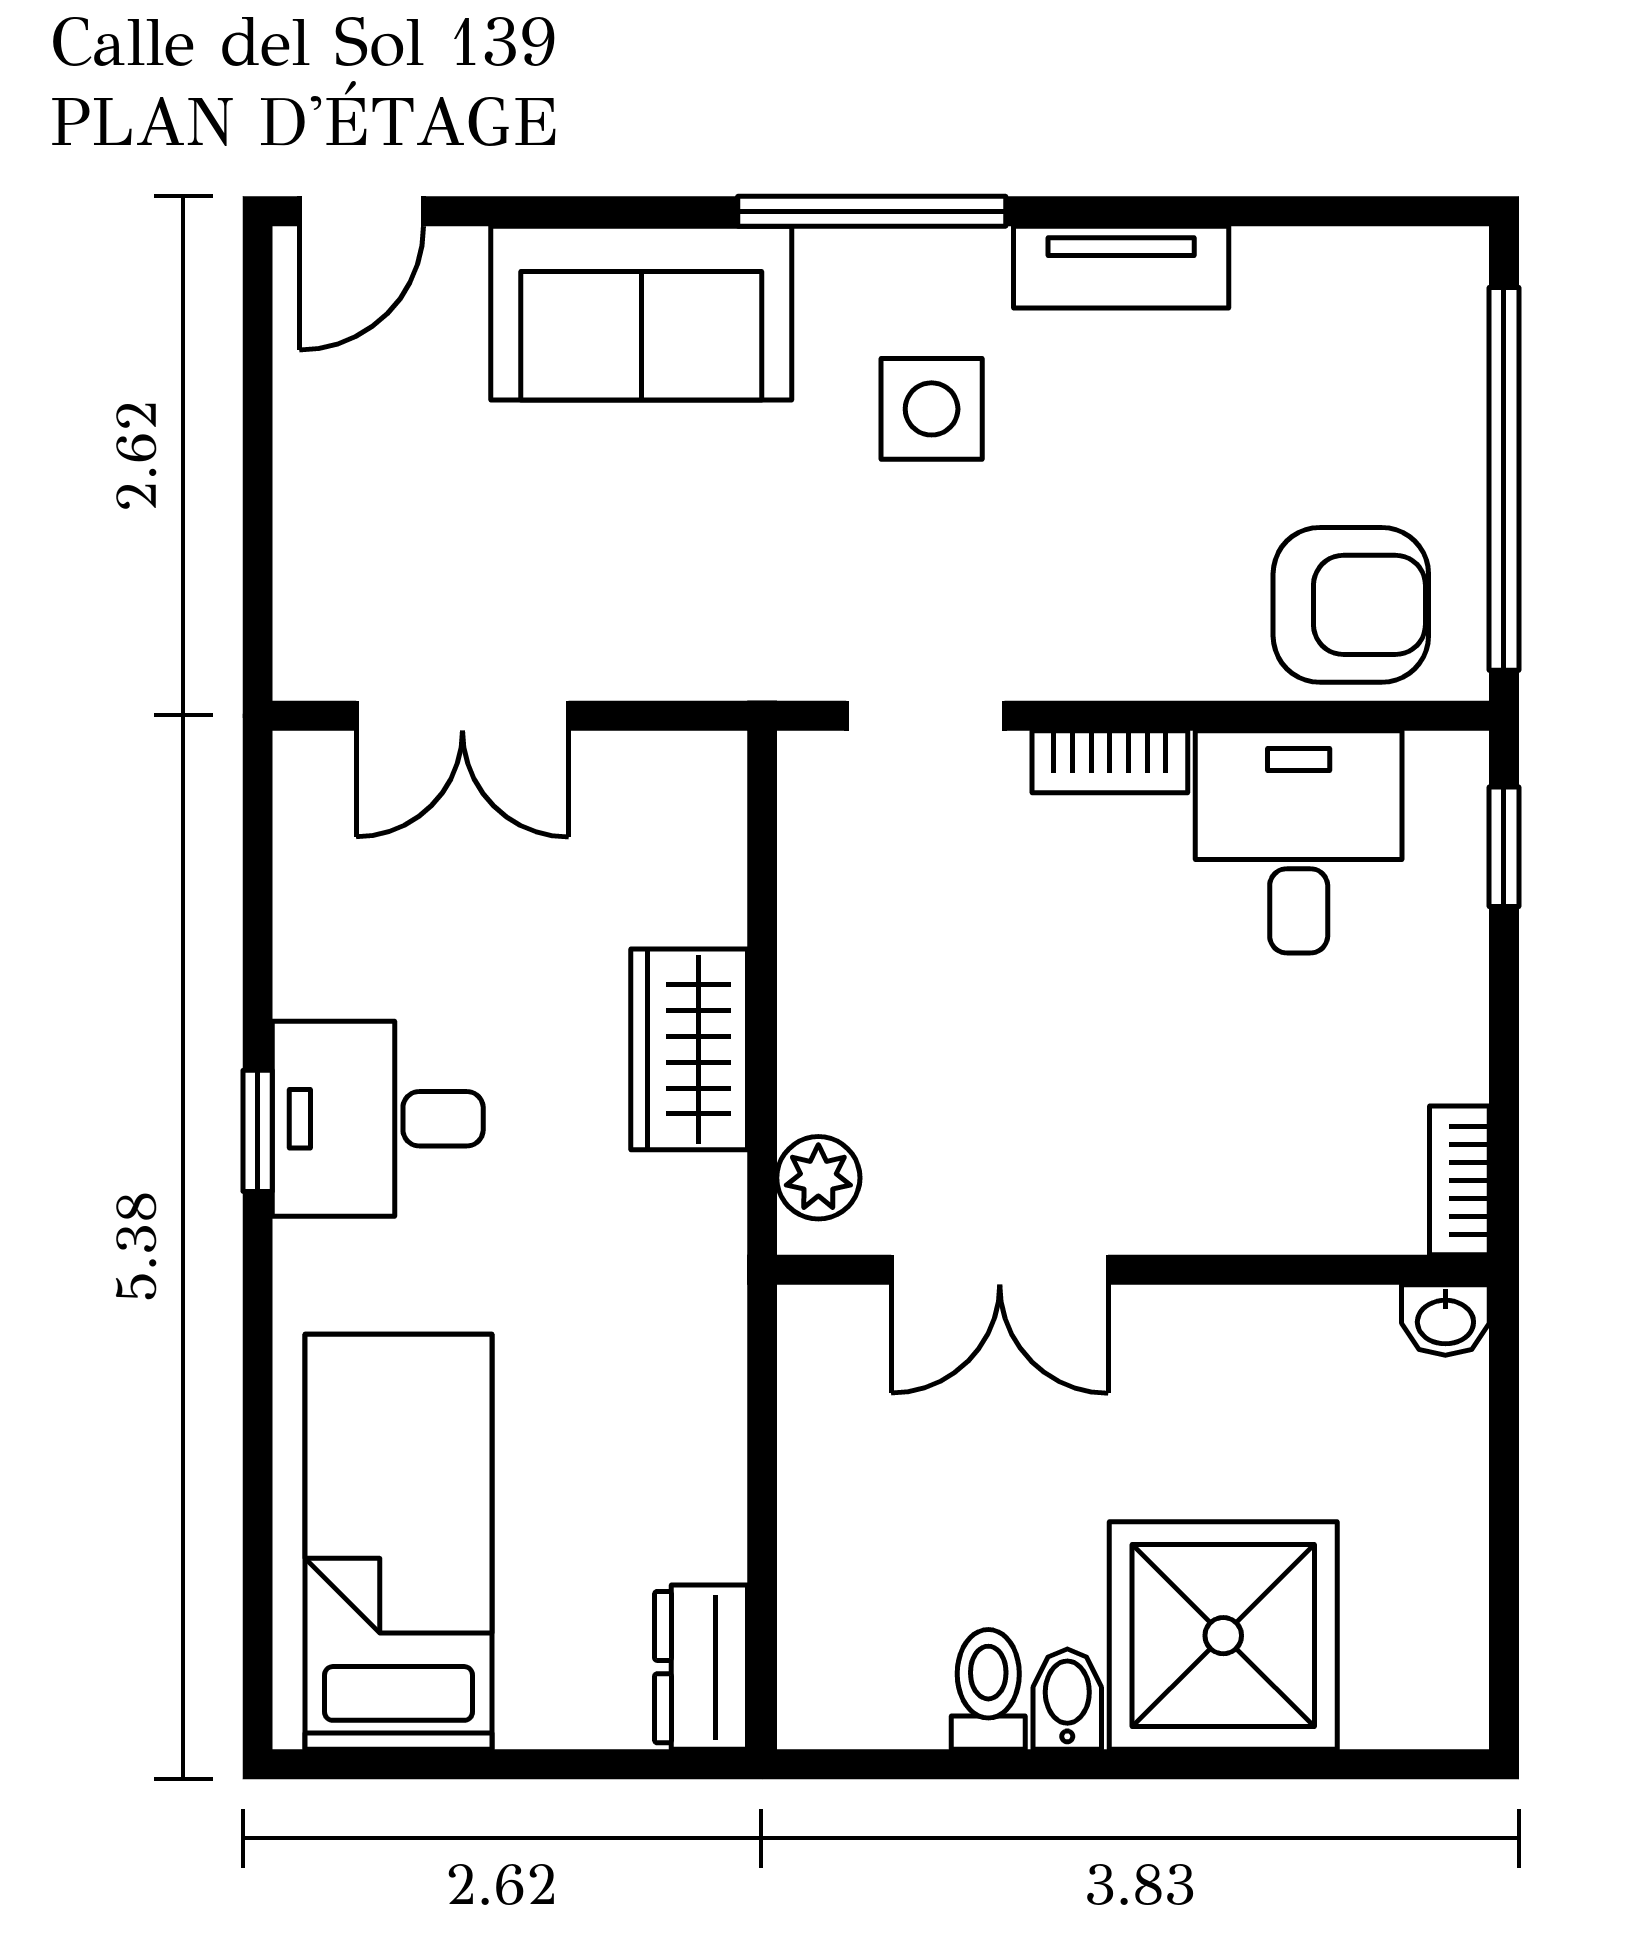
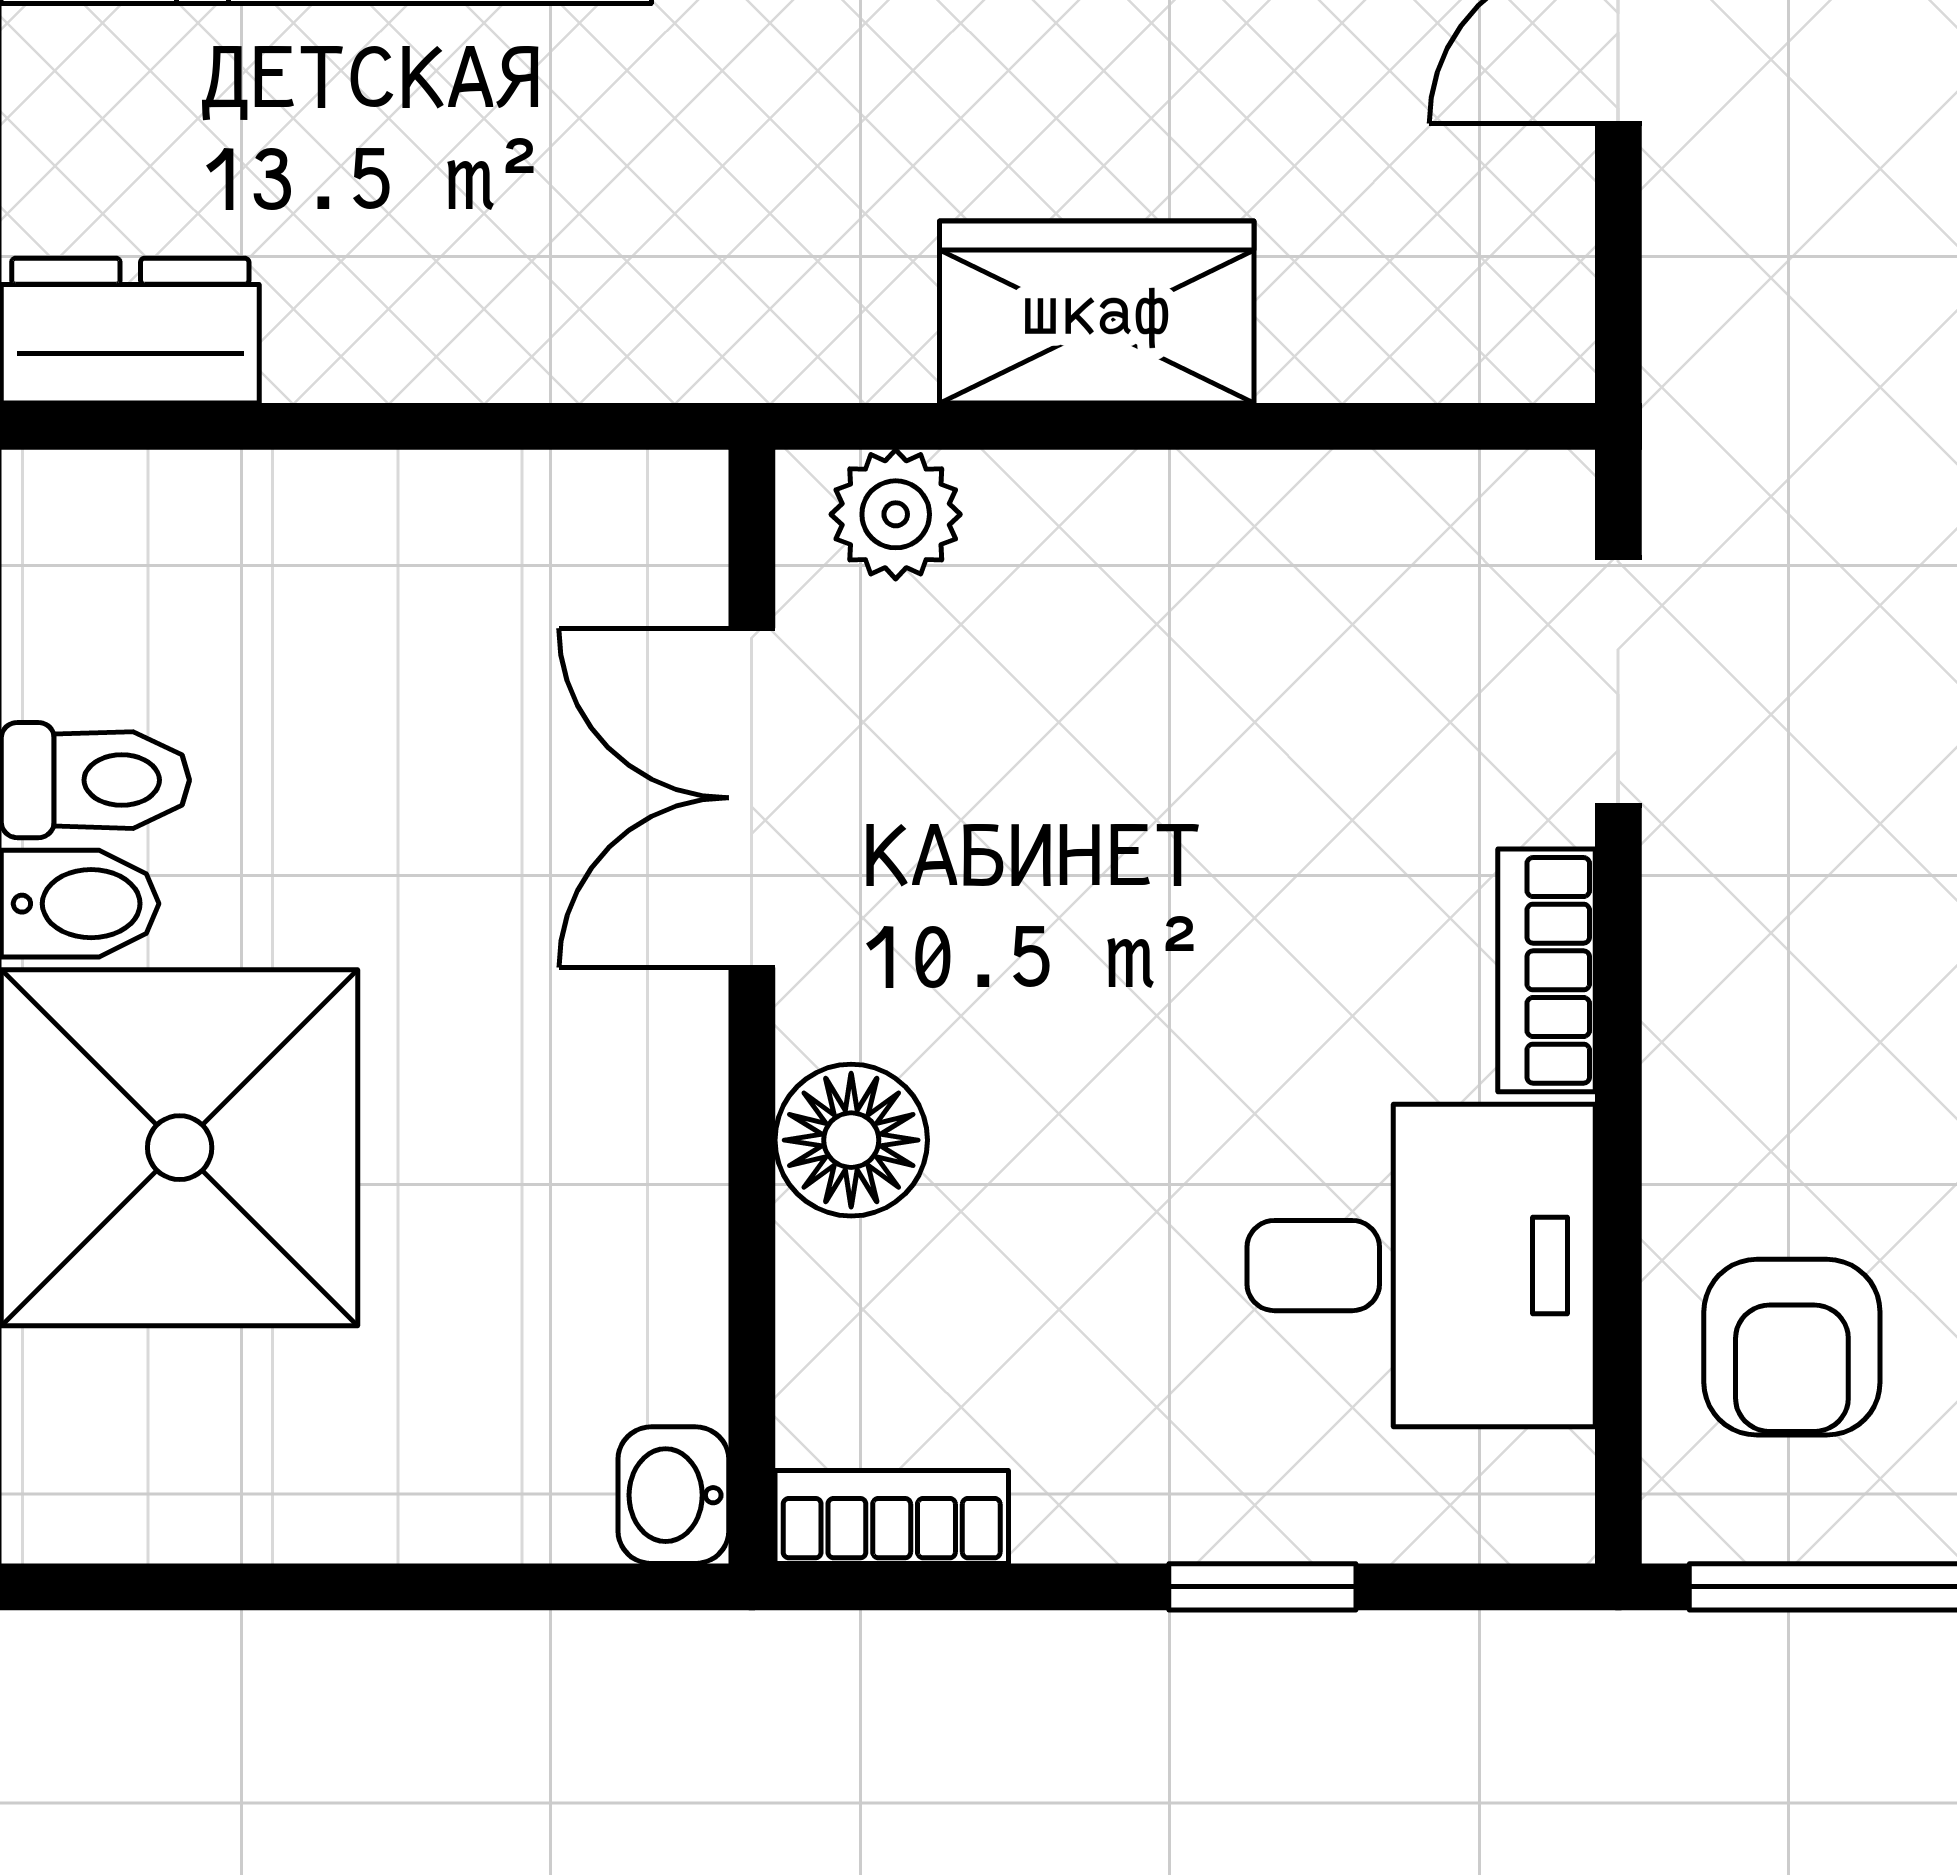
armchair: (1351, 605) -> (1792, 1347), width x0.72, depth x0.72
window: (1504, 847) -> (1262, 1587), moved
floor lamp: (1218, 1206) -> (851, 1140), added

